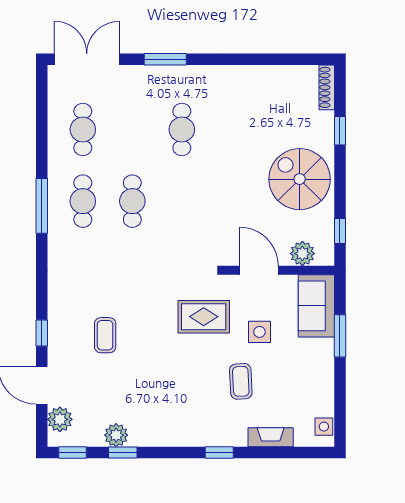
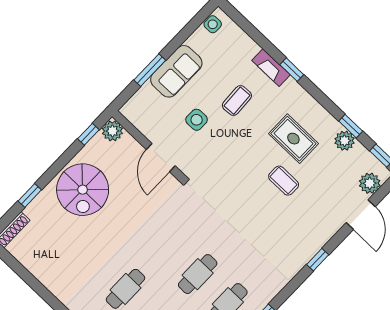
plant: (302, 254) -> (112, 131), moved
sofa: (316, 306) -> (176, 71), moved
rug: (204, 317) -> (293, 139), moved
window: (42, 333) -> (318, 260), moved
coffee table: (105, 335) -> (284, 181), moved, turned 90
fireplace: (271, 437) -> (271, 68), moved

